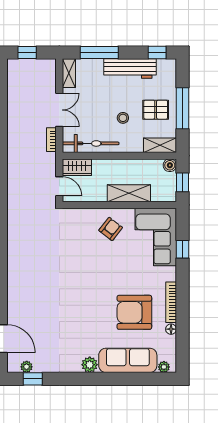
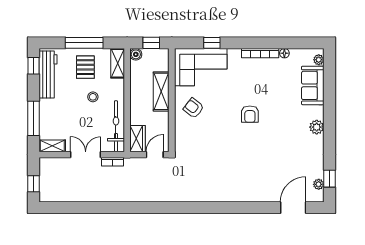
workbench: (130, 69) -> (48, 75), moved
armchair: (134, 312) -> (250, 114), moved, width x0.53, depth x0.53
sofa: (128, 360) -> (313, 85), width x0.73

